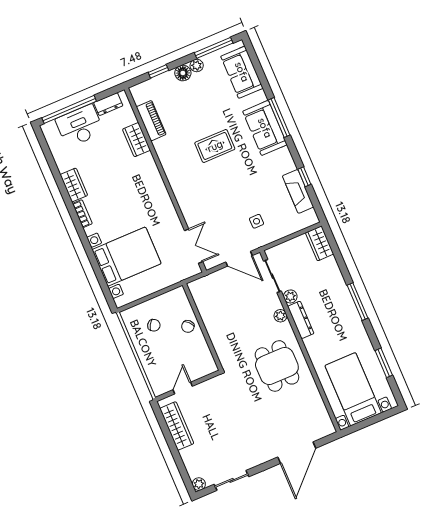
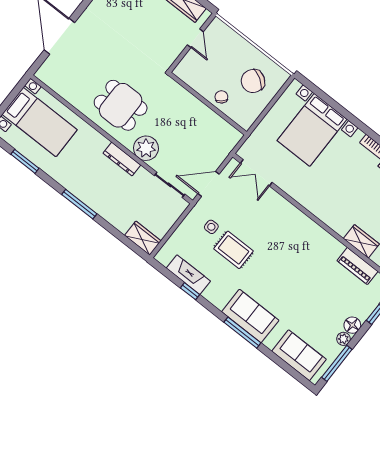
rug: (215, 146) -> (234, 250), moved, turned 90
plant: (290, 296) -> (143, 175), removed
plant: (280, 316) -> (146, 148), width x1.87, depth x1.87
chair: (154, 325) -> (253, 81), width x1.87, depth x1.87

